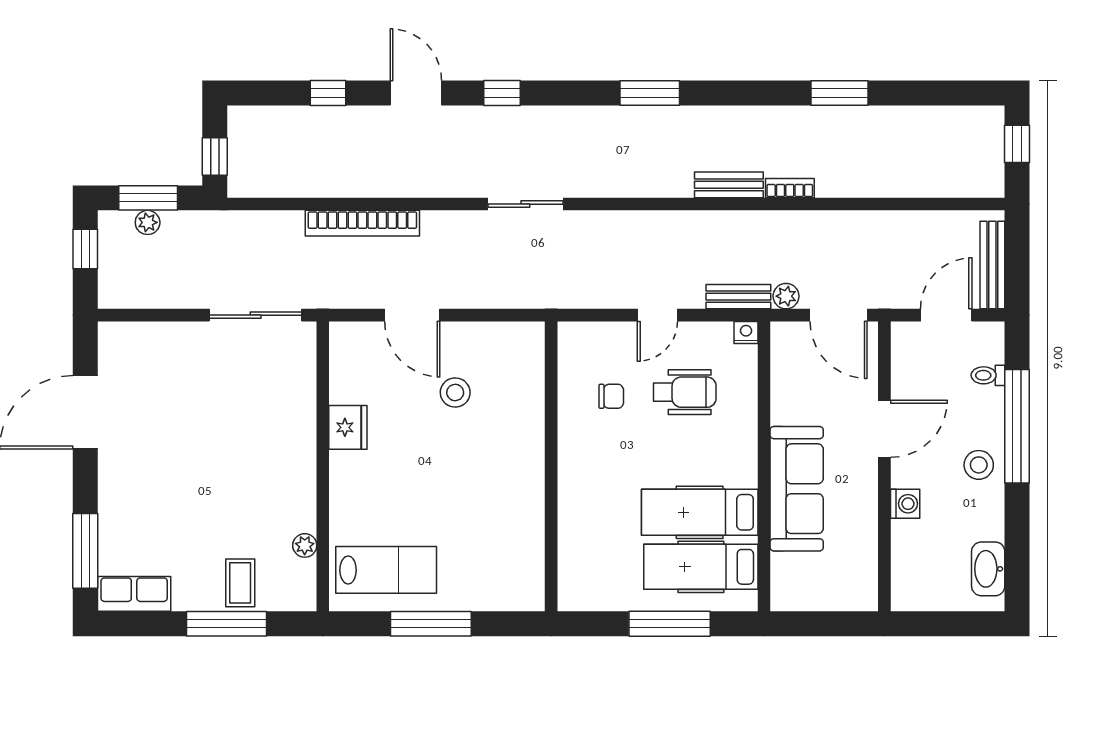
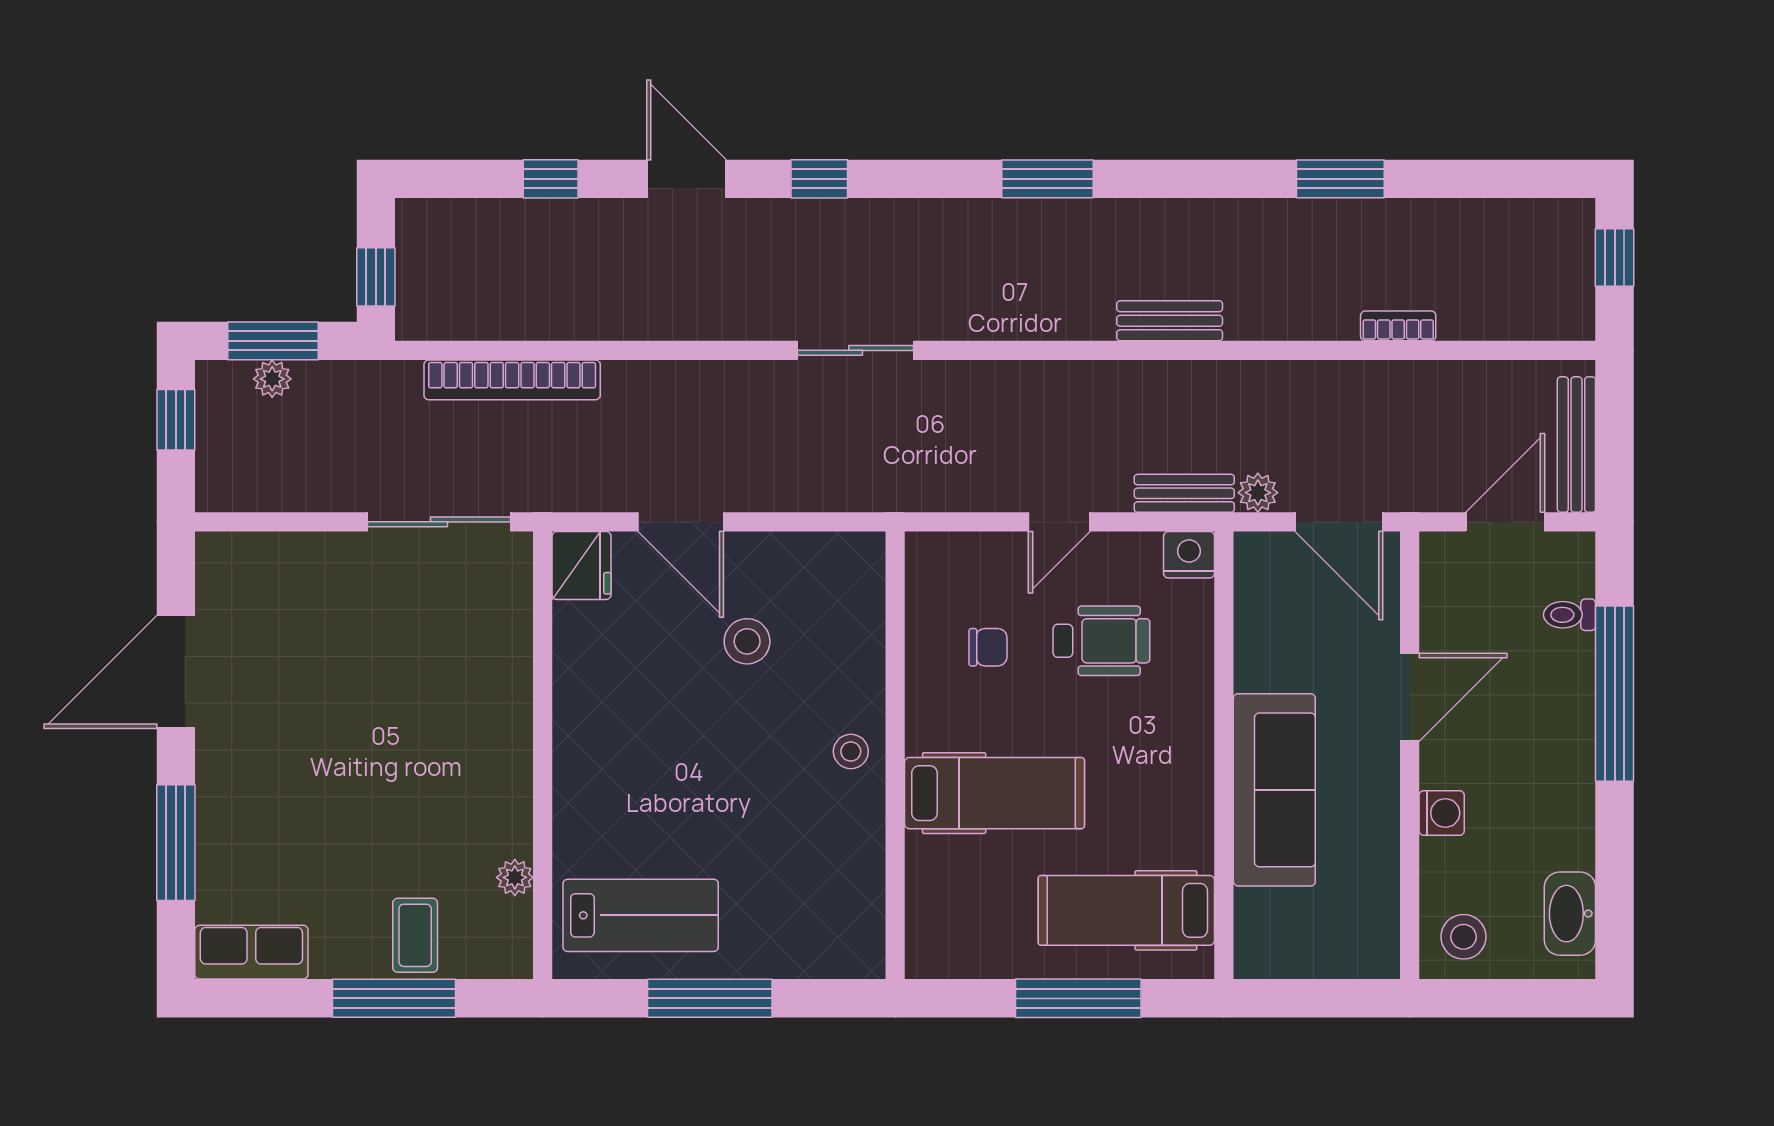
bookcase: (790, 188) -> (1398, 326), moved
bookcase: (362, 223) -> (512, 380), moved
nightstand: (746, 332) -> (1189, 555), width x1.39, depth x1.35
fridge: (348, 427) -> (582, 565), moved
stool: (522, 464) -> (851, 751), added
stool: (979, 465) -> (1464, 937), moved
hospital bed: (700, 512) -> (994, 793), moved, turned 180
window: (85, 551) -> (176, 843), moved

